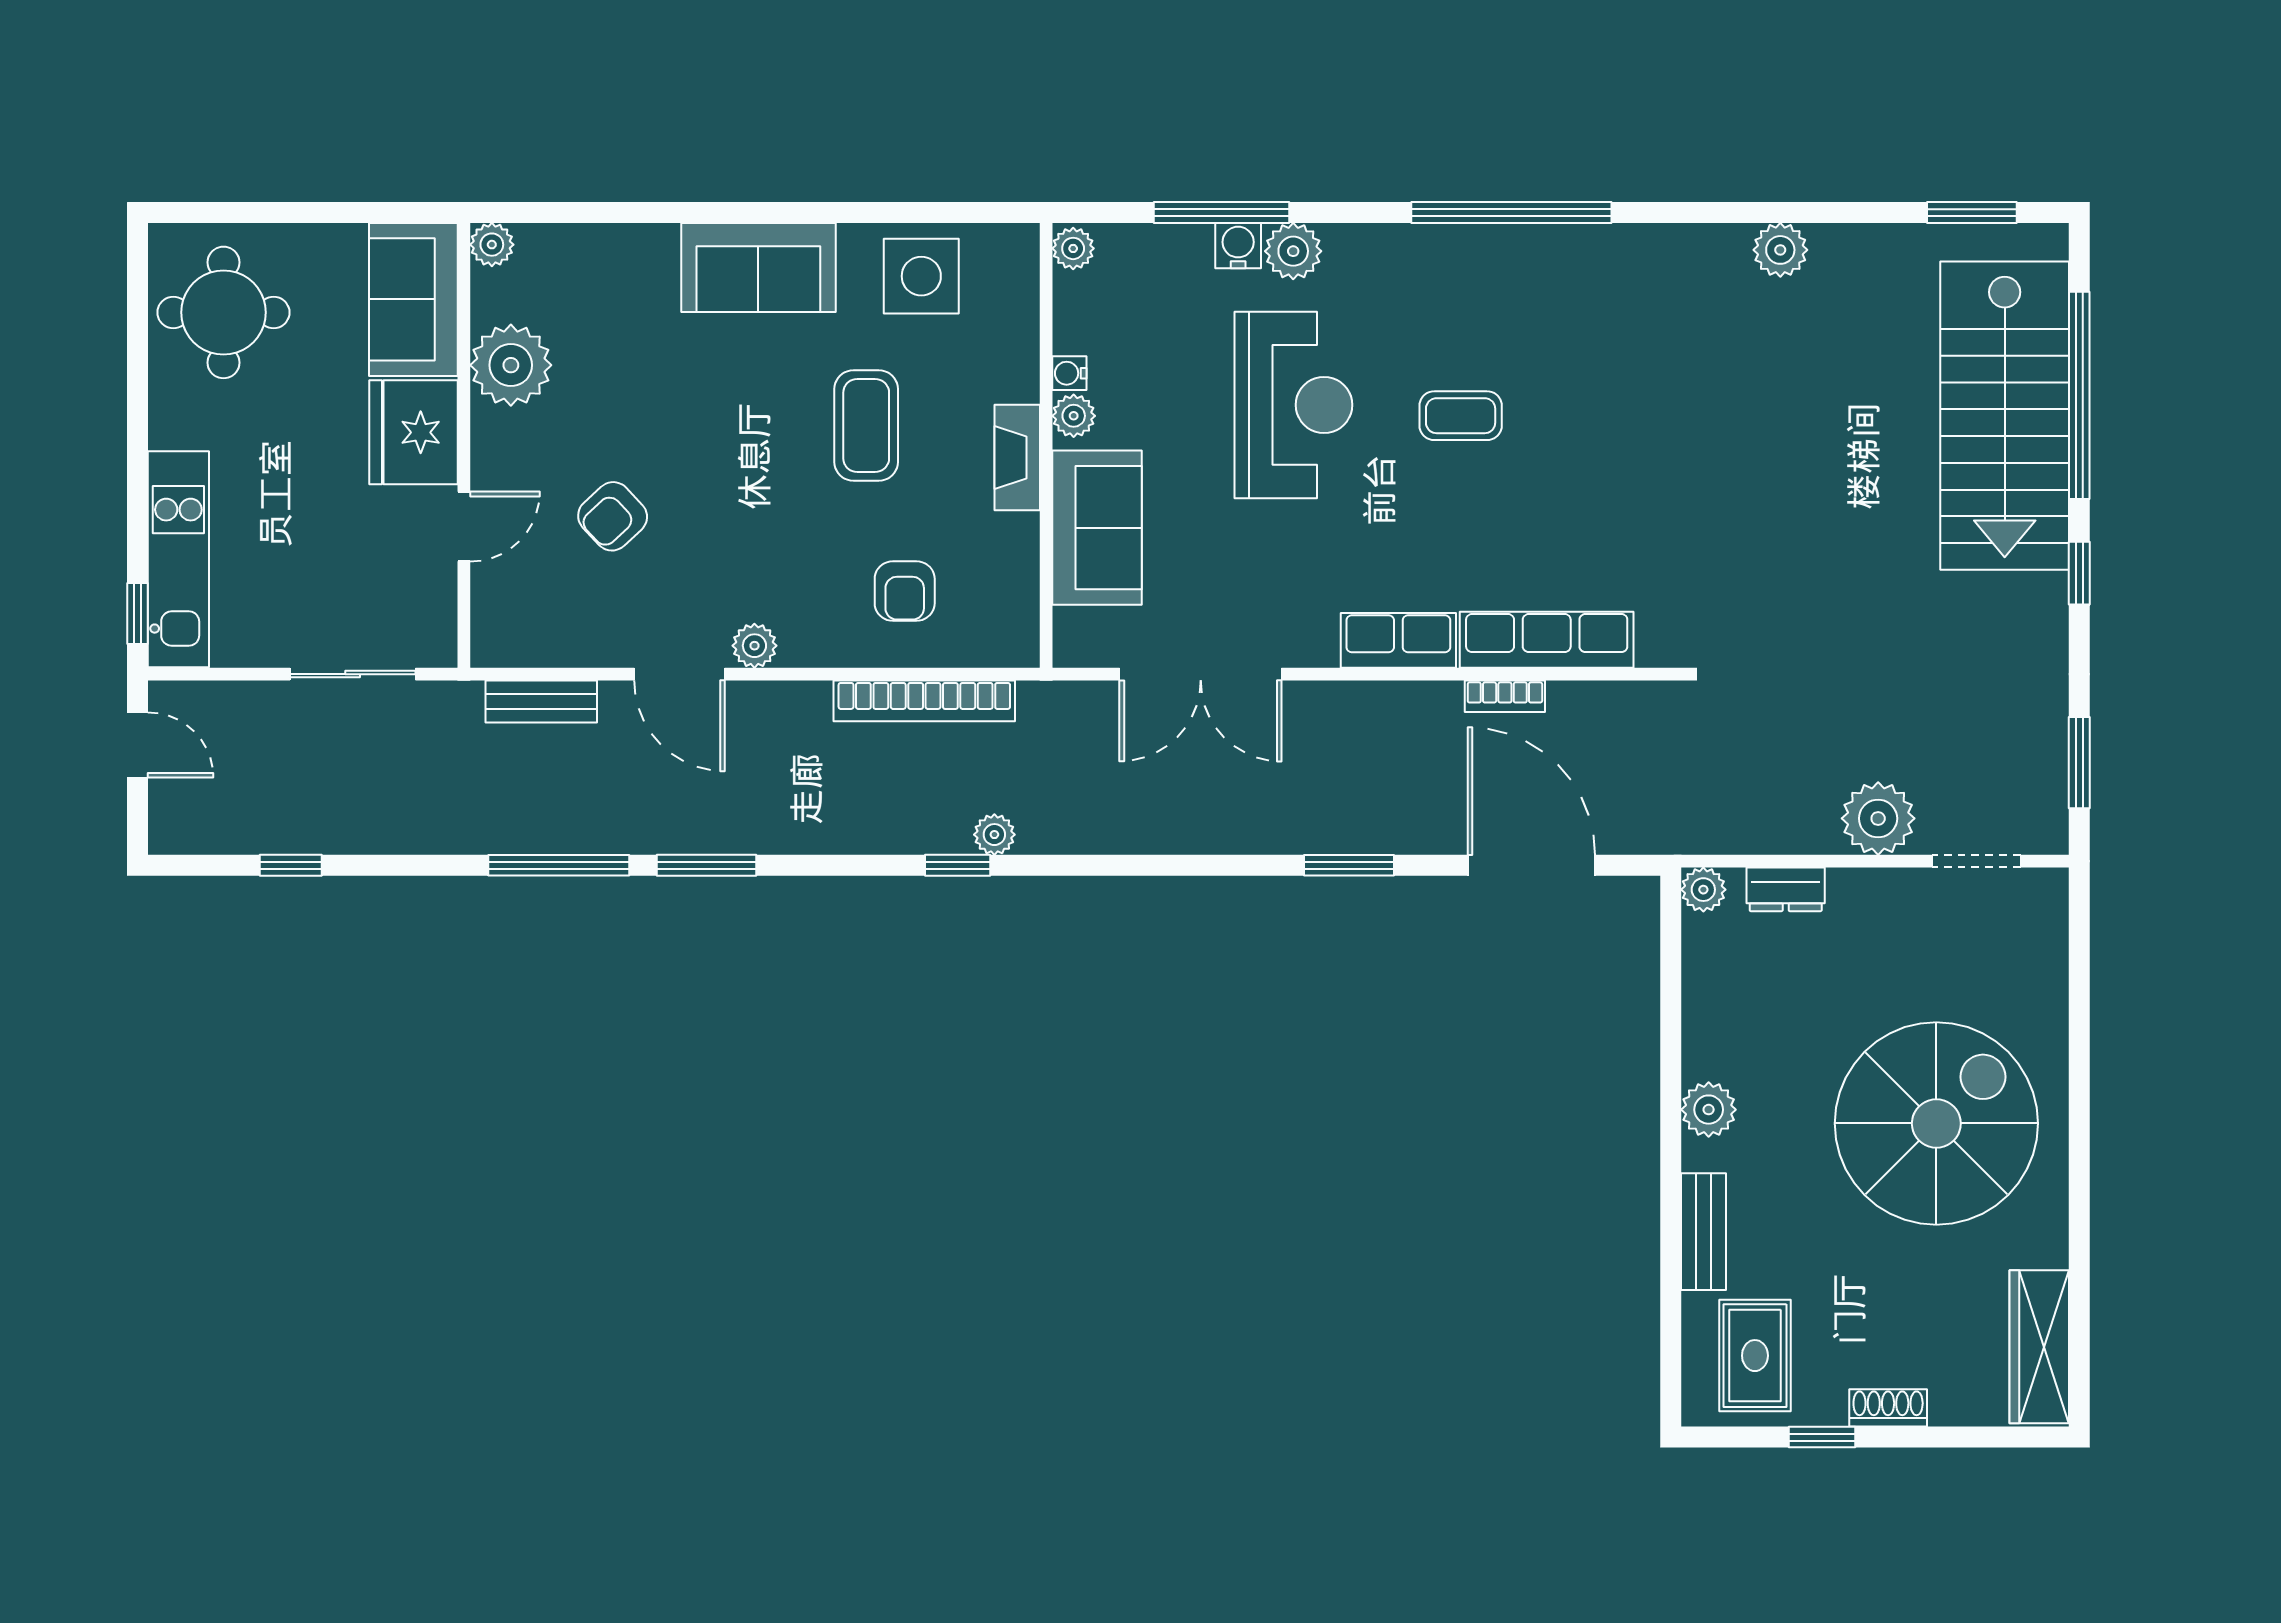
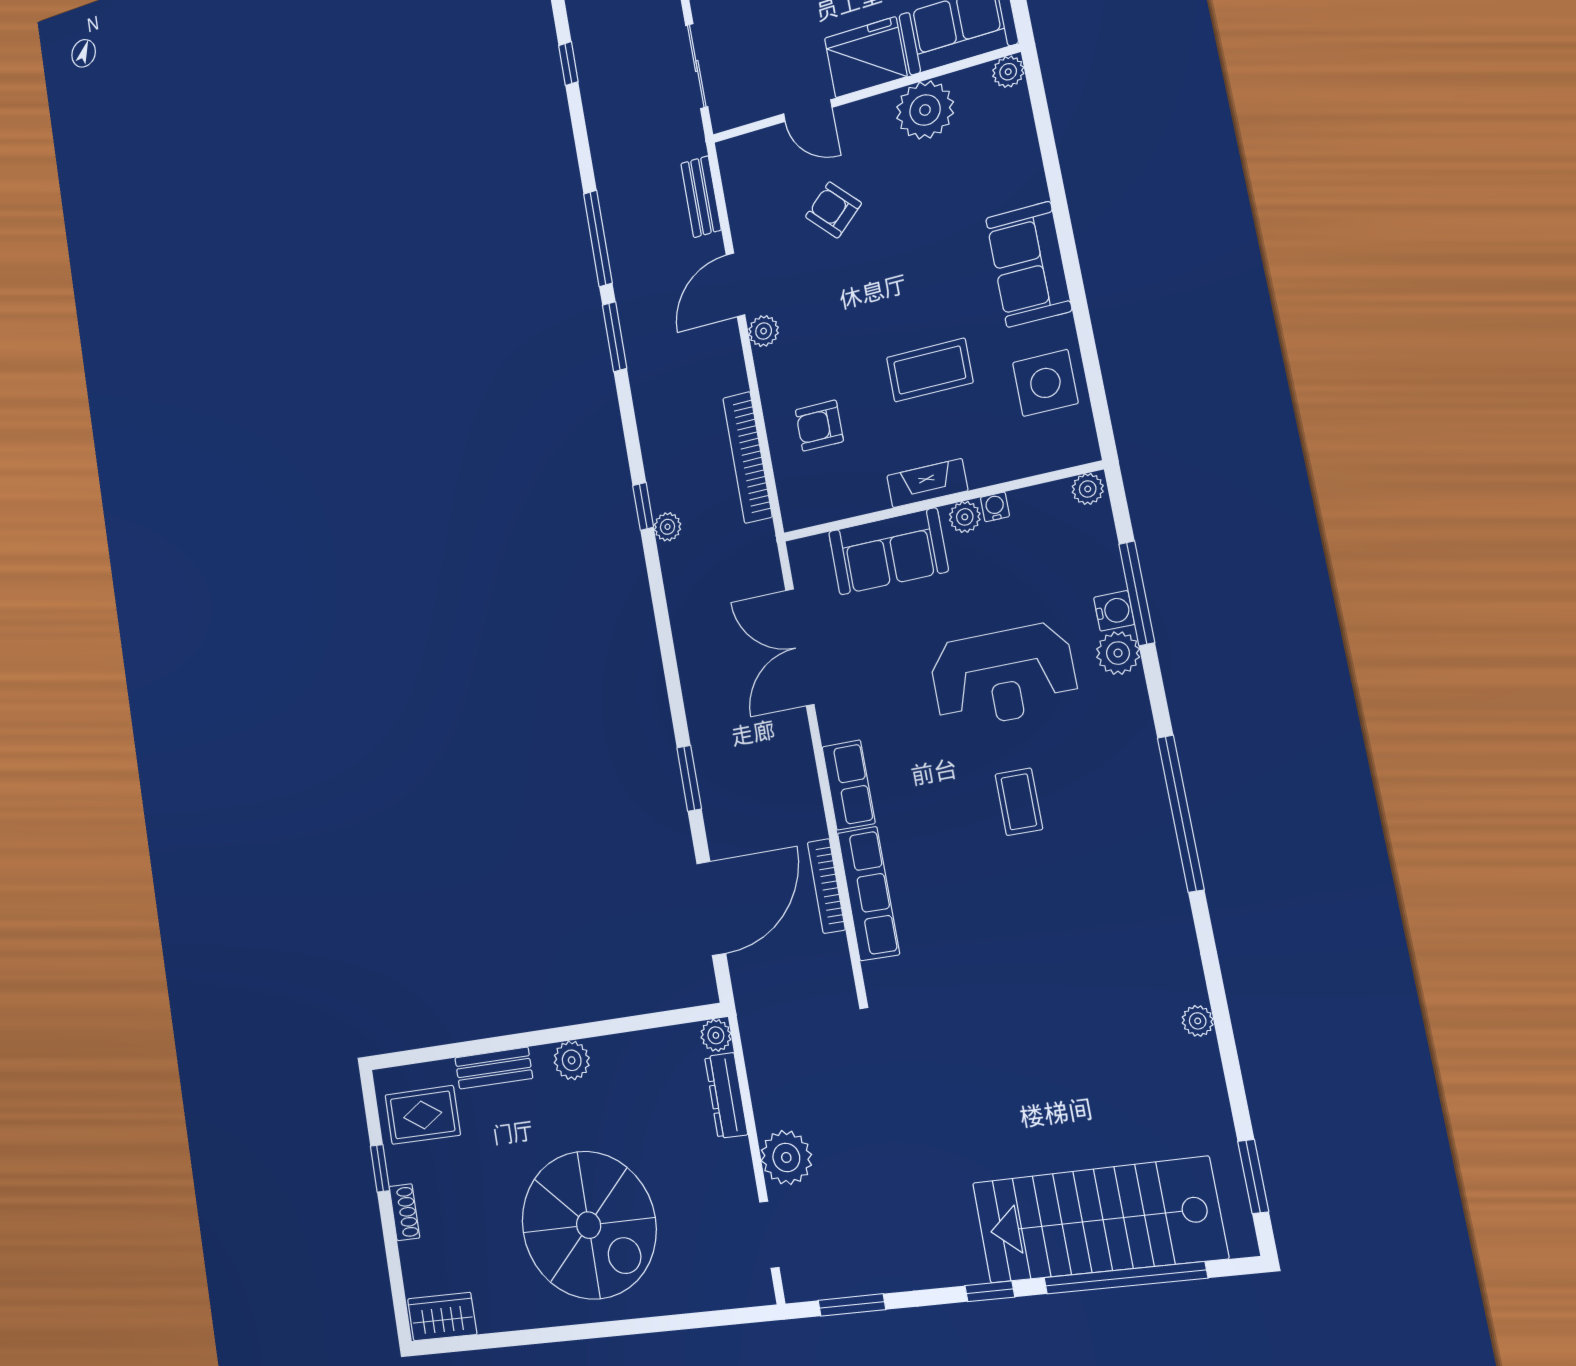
plant: (1780, 250) -> (1198, 1021), width x0.73, depth x0.73
bookcase: (1505, 696) -> (826, 886), width x1.56
dresser: (1786, 889) -> (726, 1096), width x1.44
wardrobe: (2039, 1347) -> (442, 1317), width x0.67

